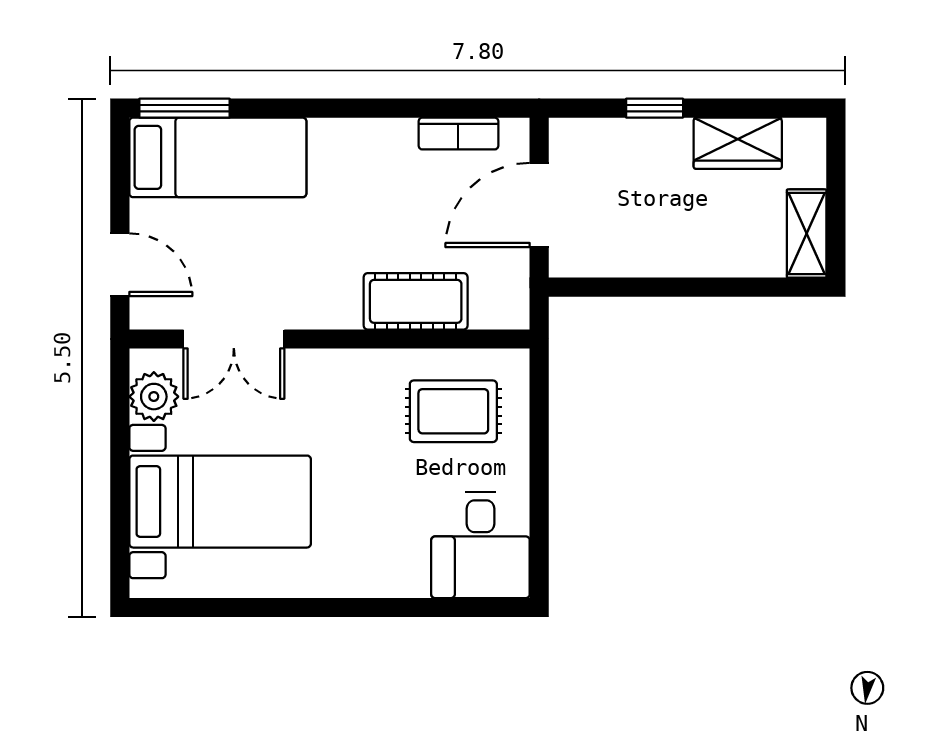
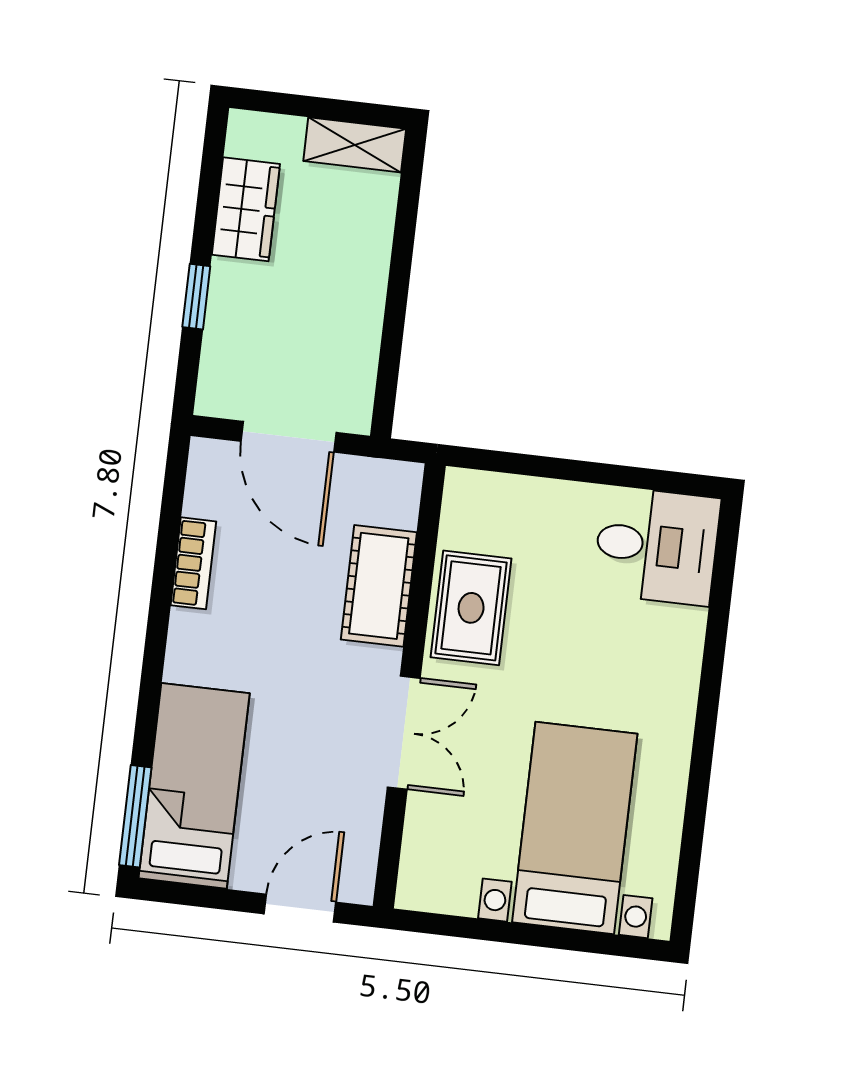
bookcase: (458, 134) -> (193, 563), moved
double door: (234, 339) -> (404, 733), moved
plant: (154, 397) -> (450, 888), removed
rug: (453, 411) -> (471, 608), moved

